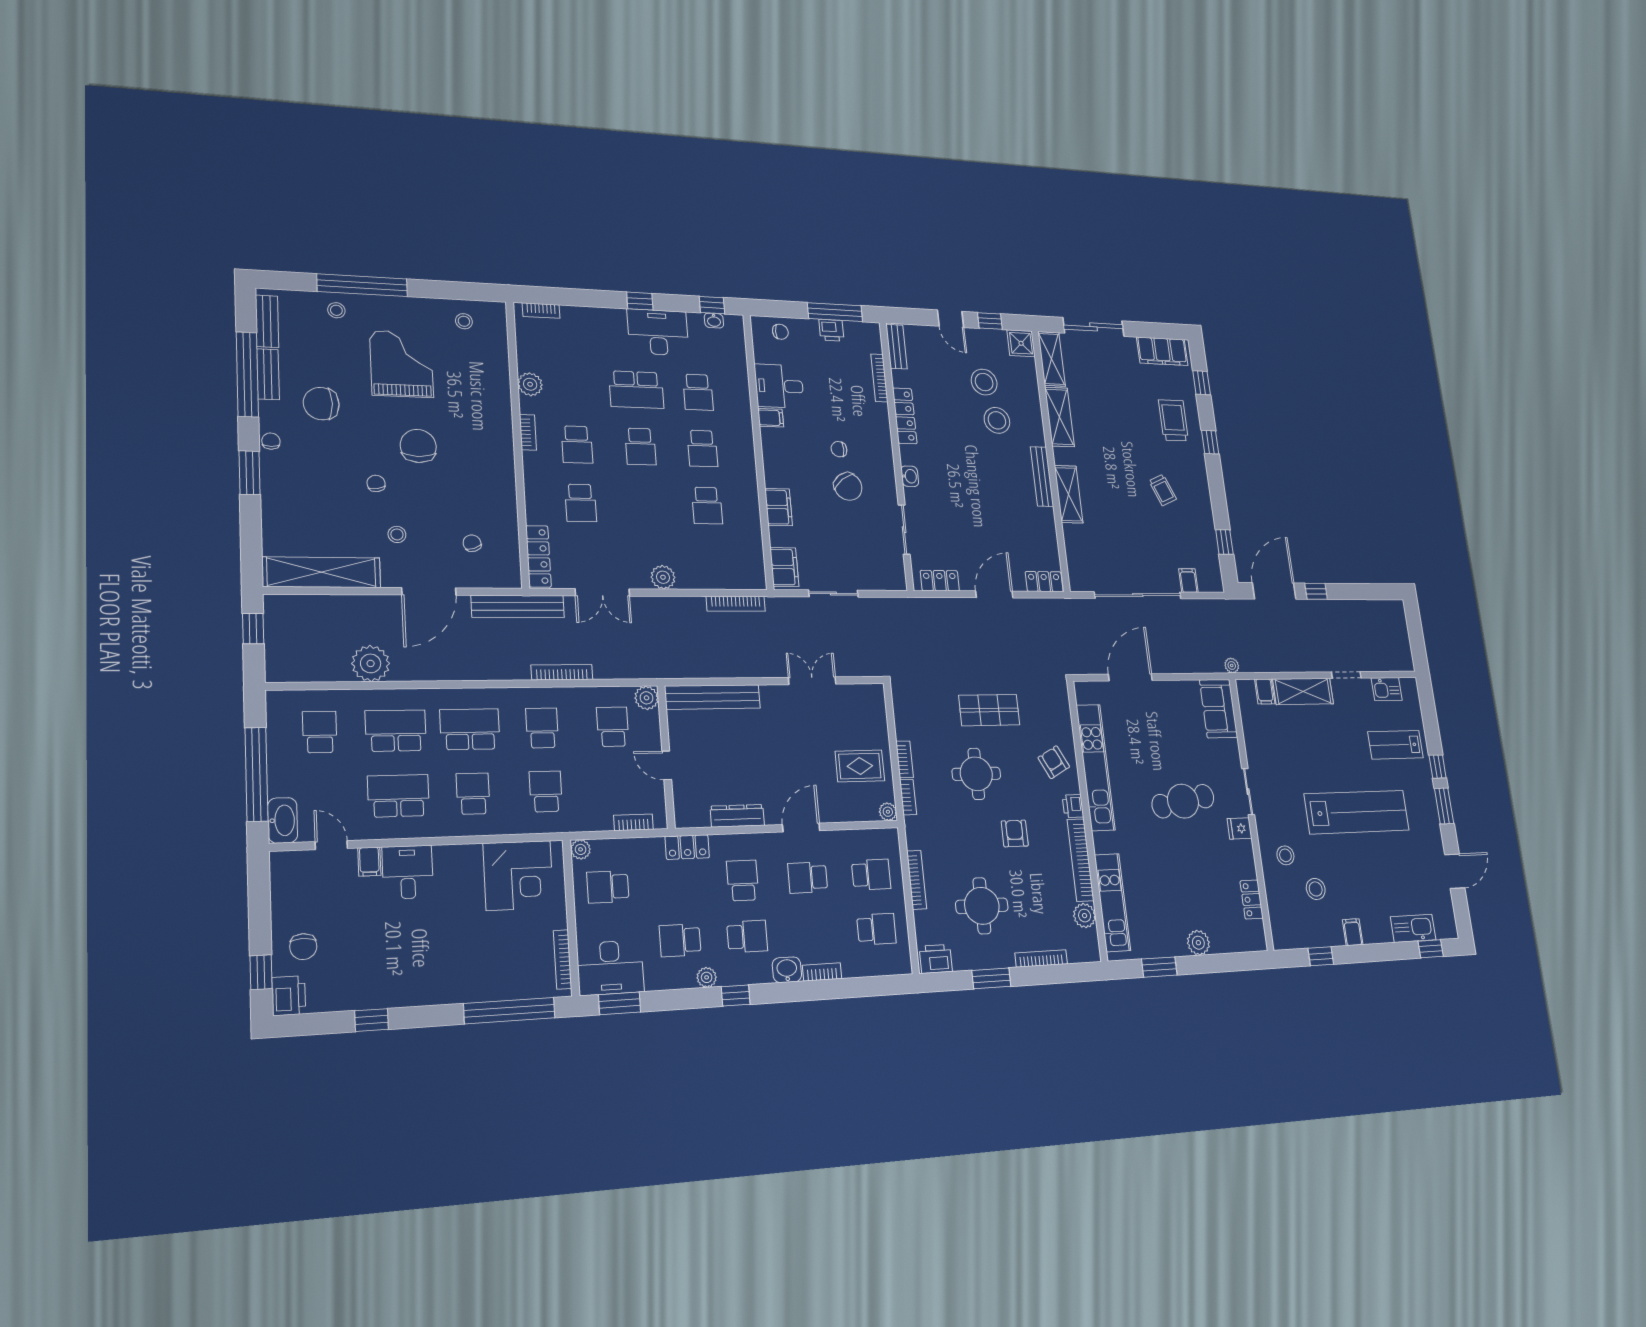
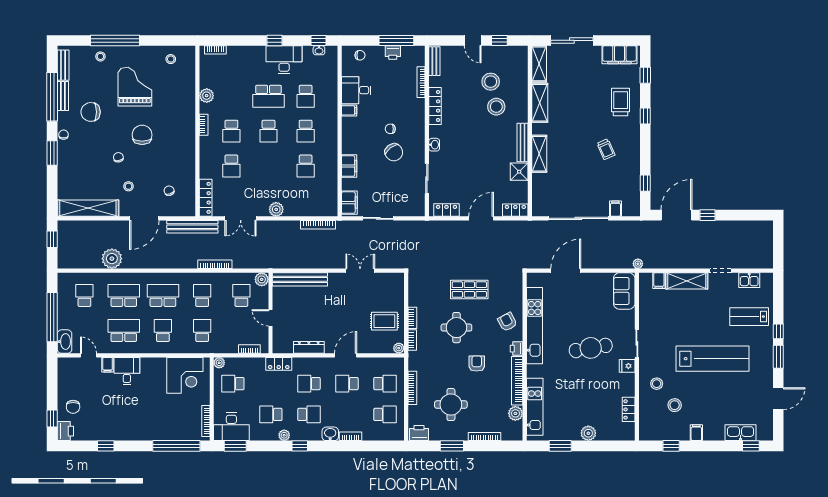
shower: (1021, 343) -> (519, 172), moved
school desk: (743, 881) -> (309, 384), turned -90

